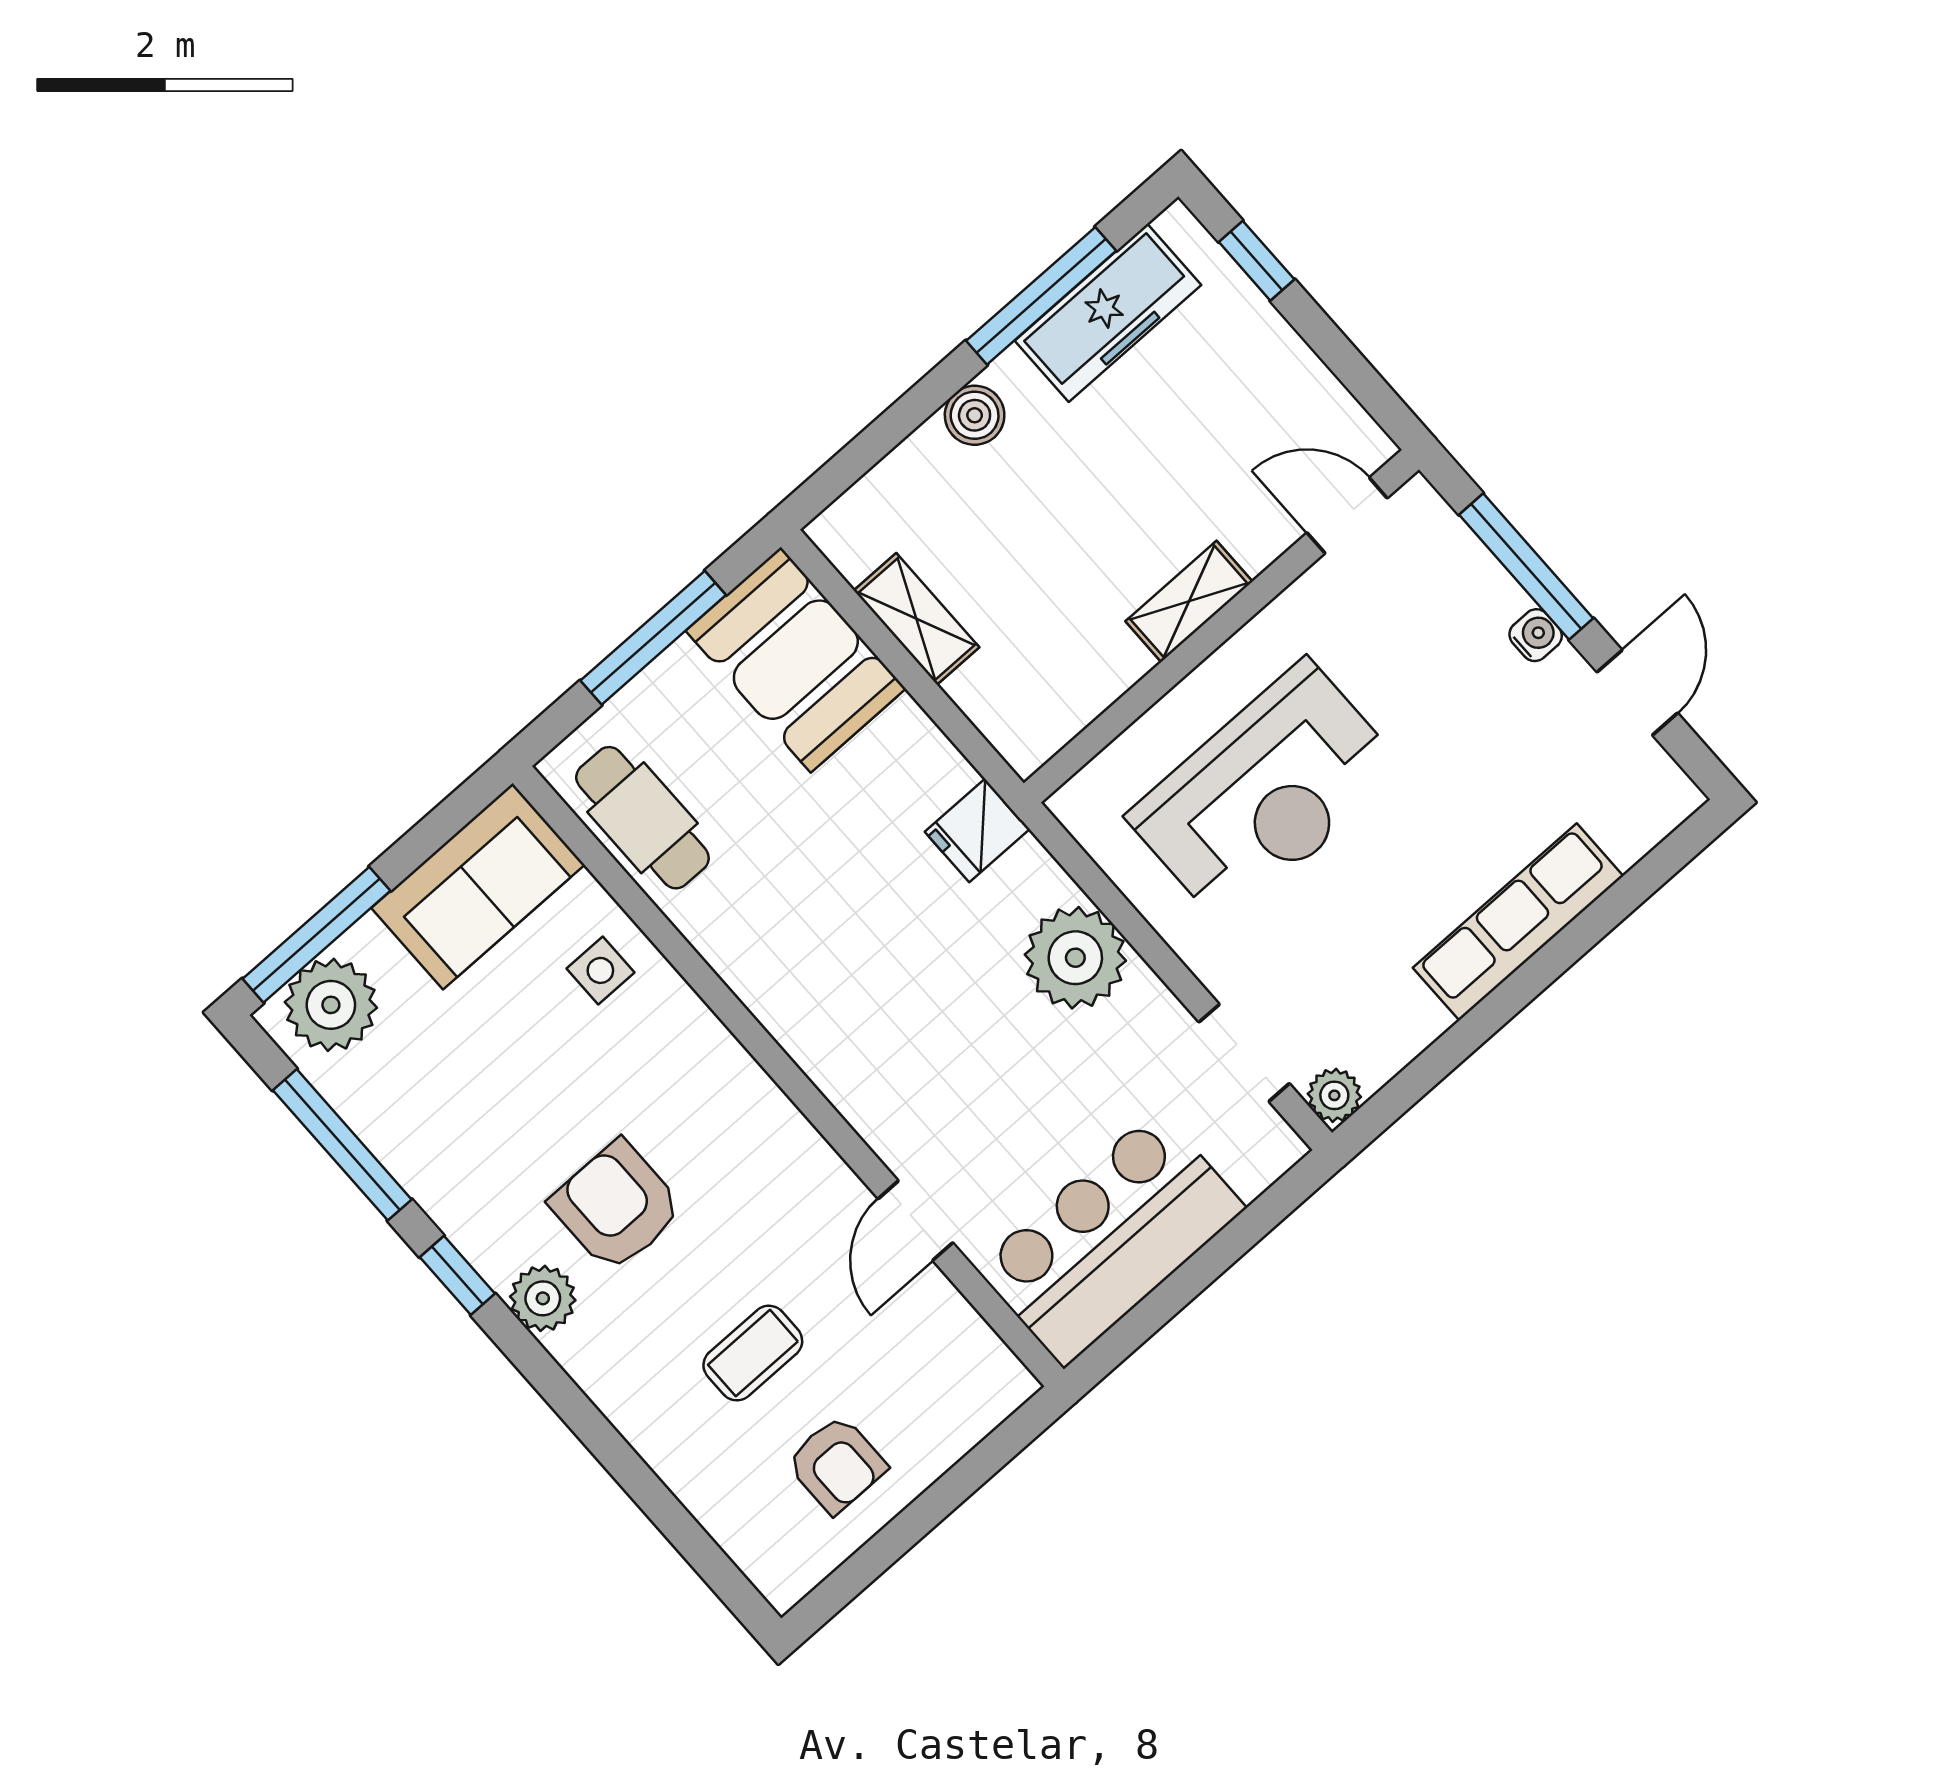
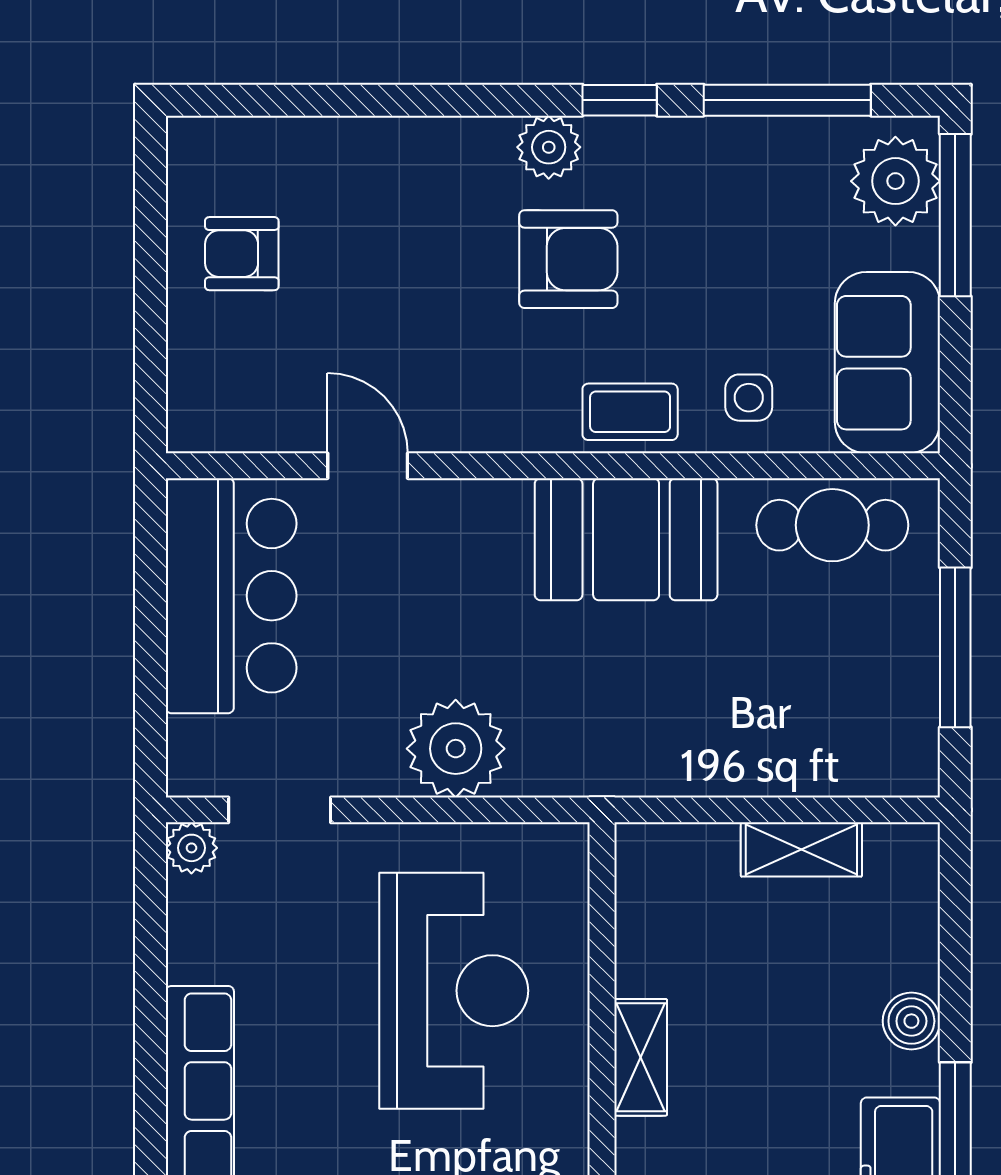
booth: (796, 660) -> (626, 539), moved
reception desk: (1265, 793) -> (454, 991), turned 180
fridge: (977, 830) -> (610, 759), removed
coffee table: (753, 1353) -> (630, 412), moved, turned 90

